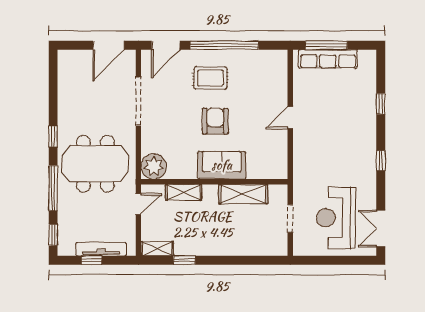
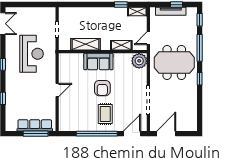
rug: (210, 78) -> (105, 114), turned 90
reception desk: (336, 218) -> (31, 54), moved

